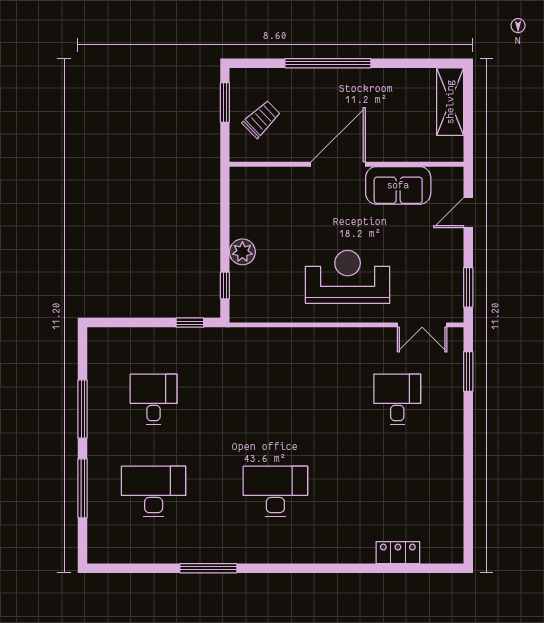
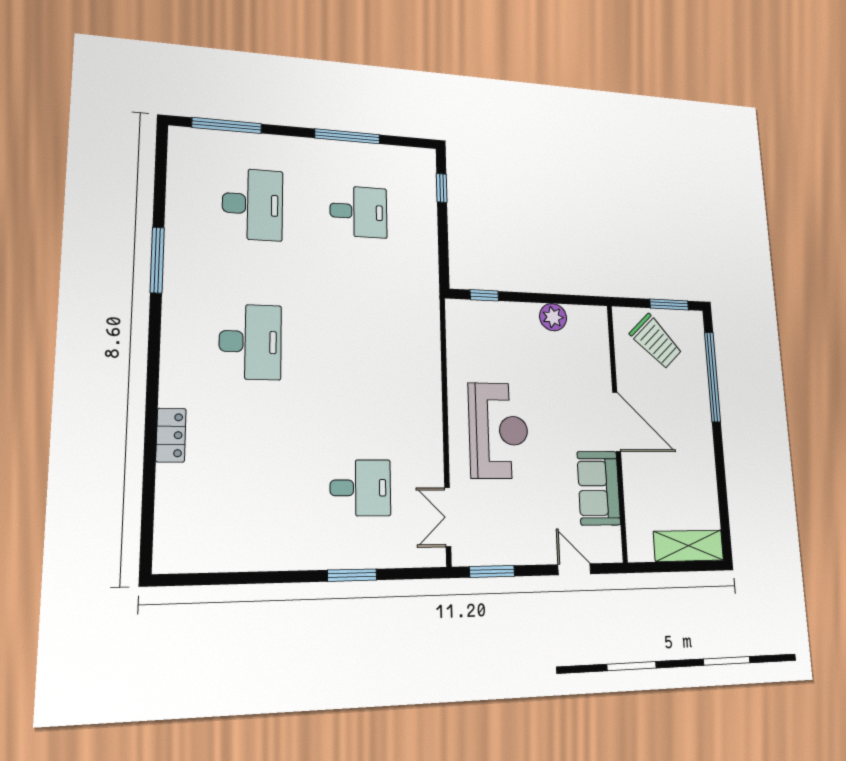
window: (328, 63) -> (712, 377), moved
trolley: (261, 119) -> (656, 341), width x1.36, depth x1.39
plant: (242, 252) -> (553, 317), moved
window: (190, 323) -> (442, 188), moved
window: (468, 372) -> (352, 575), moved
window: (83, 488) -> (227, 126), moved
locker: (398, 553) -> (171, 435), moved

